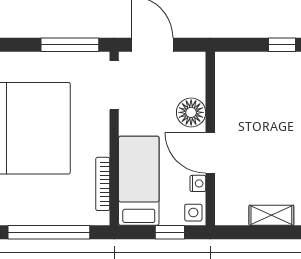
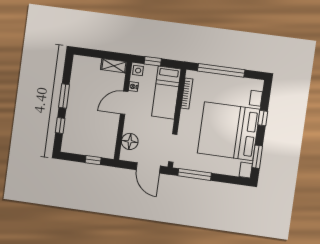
window: (282, 45) -> (93, 160), moved
floor lamp: (191, 112) -> (130, 141), moved
door: (210, 153) -> (124, 103), swing flipped
shelving: (271, 215) -> (114, 66), moved

